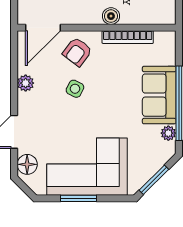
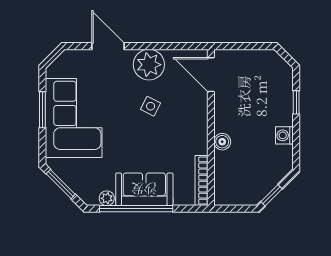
bookcase: (128, 37) -> (201, 181), moved
armchair: (77, 52) -> (187, 108), removed
plant: (26, 83) -> (149, 65), width x1.88, depth x1.88
floor lamp: (27, 164) -> (76, 59), removed

